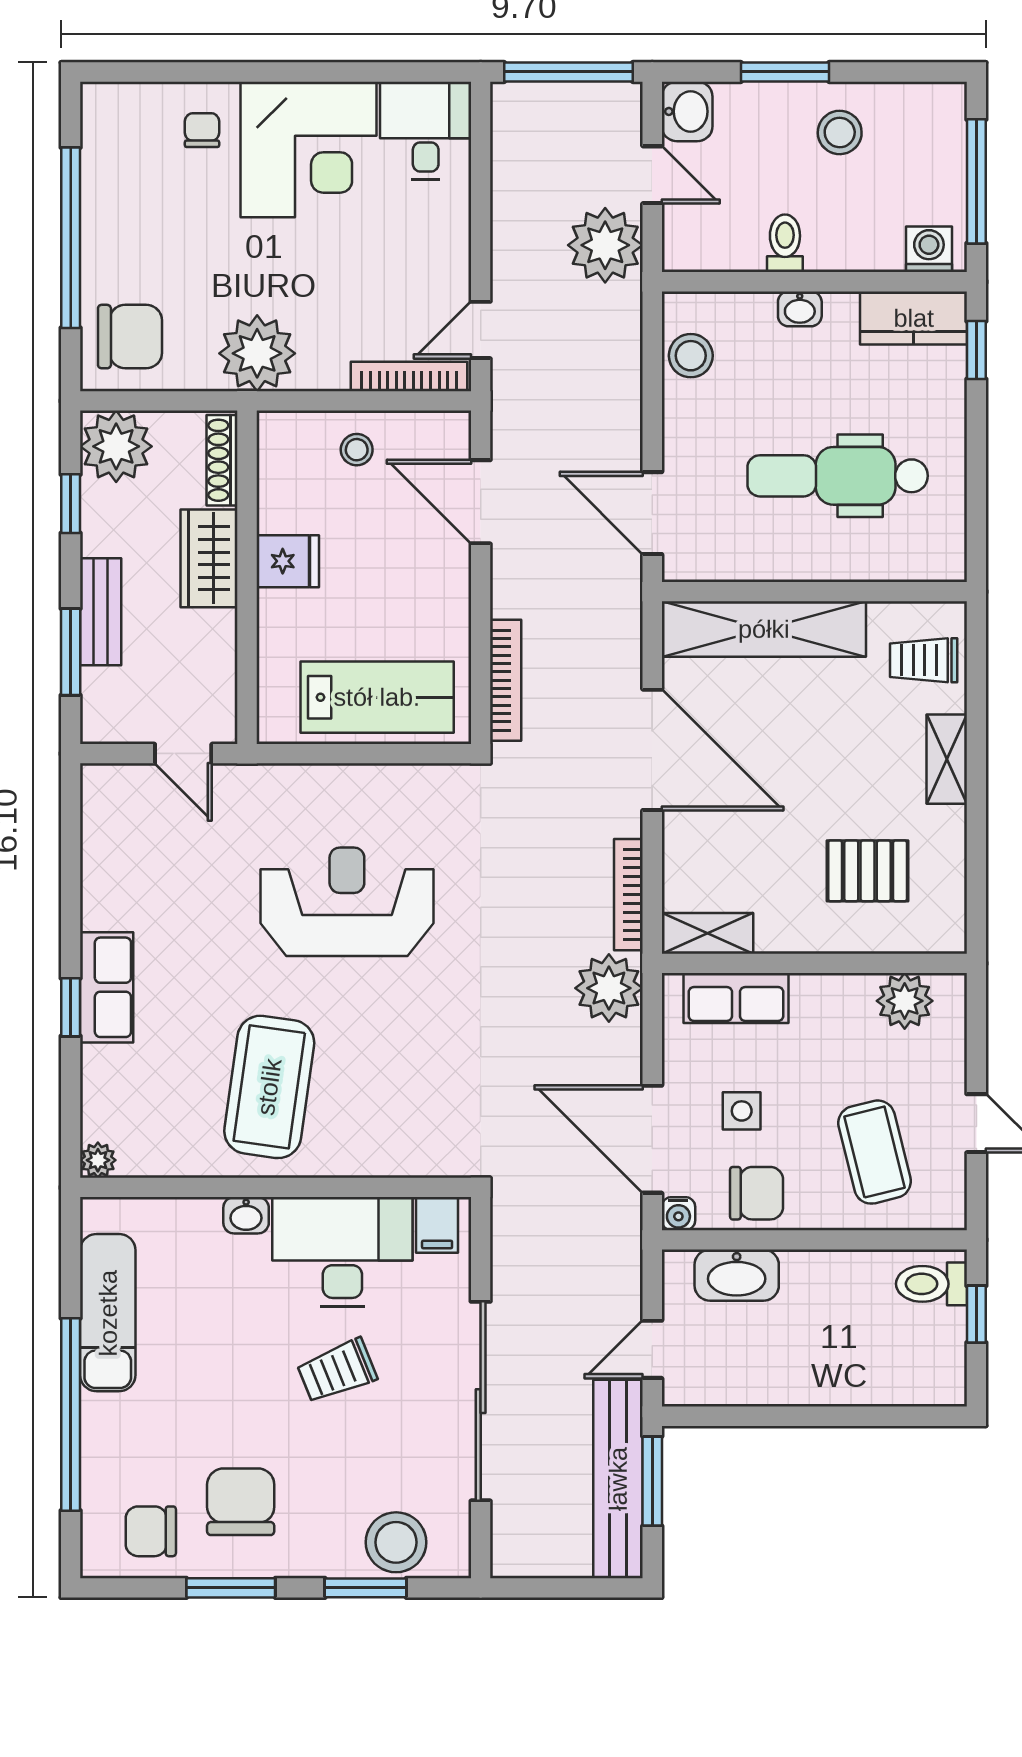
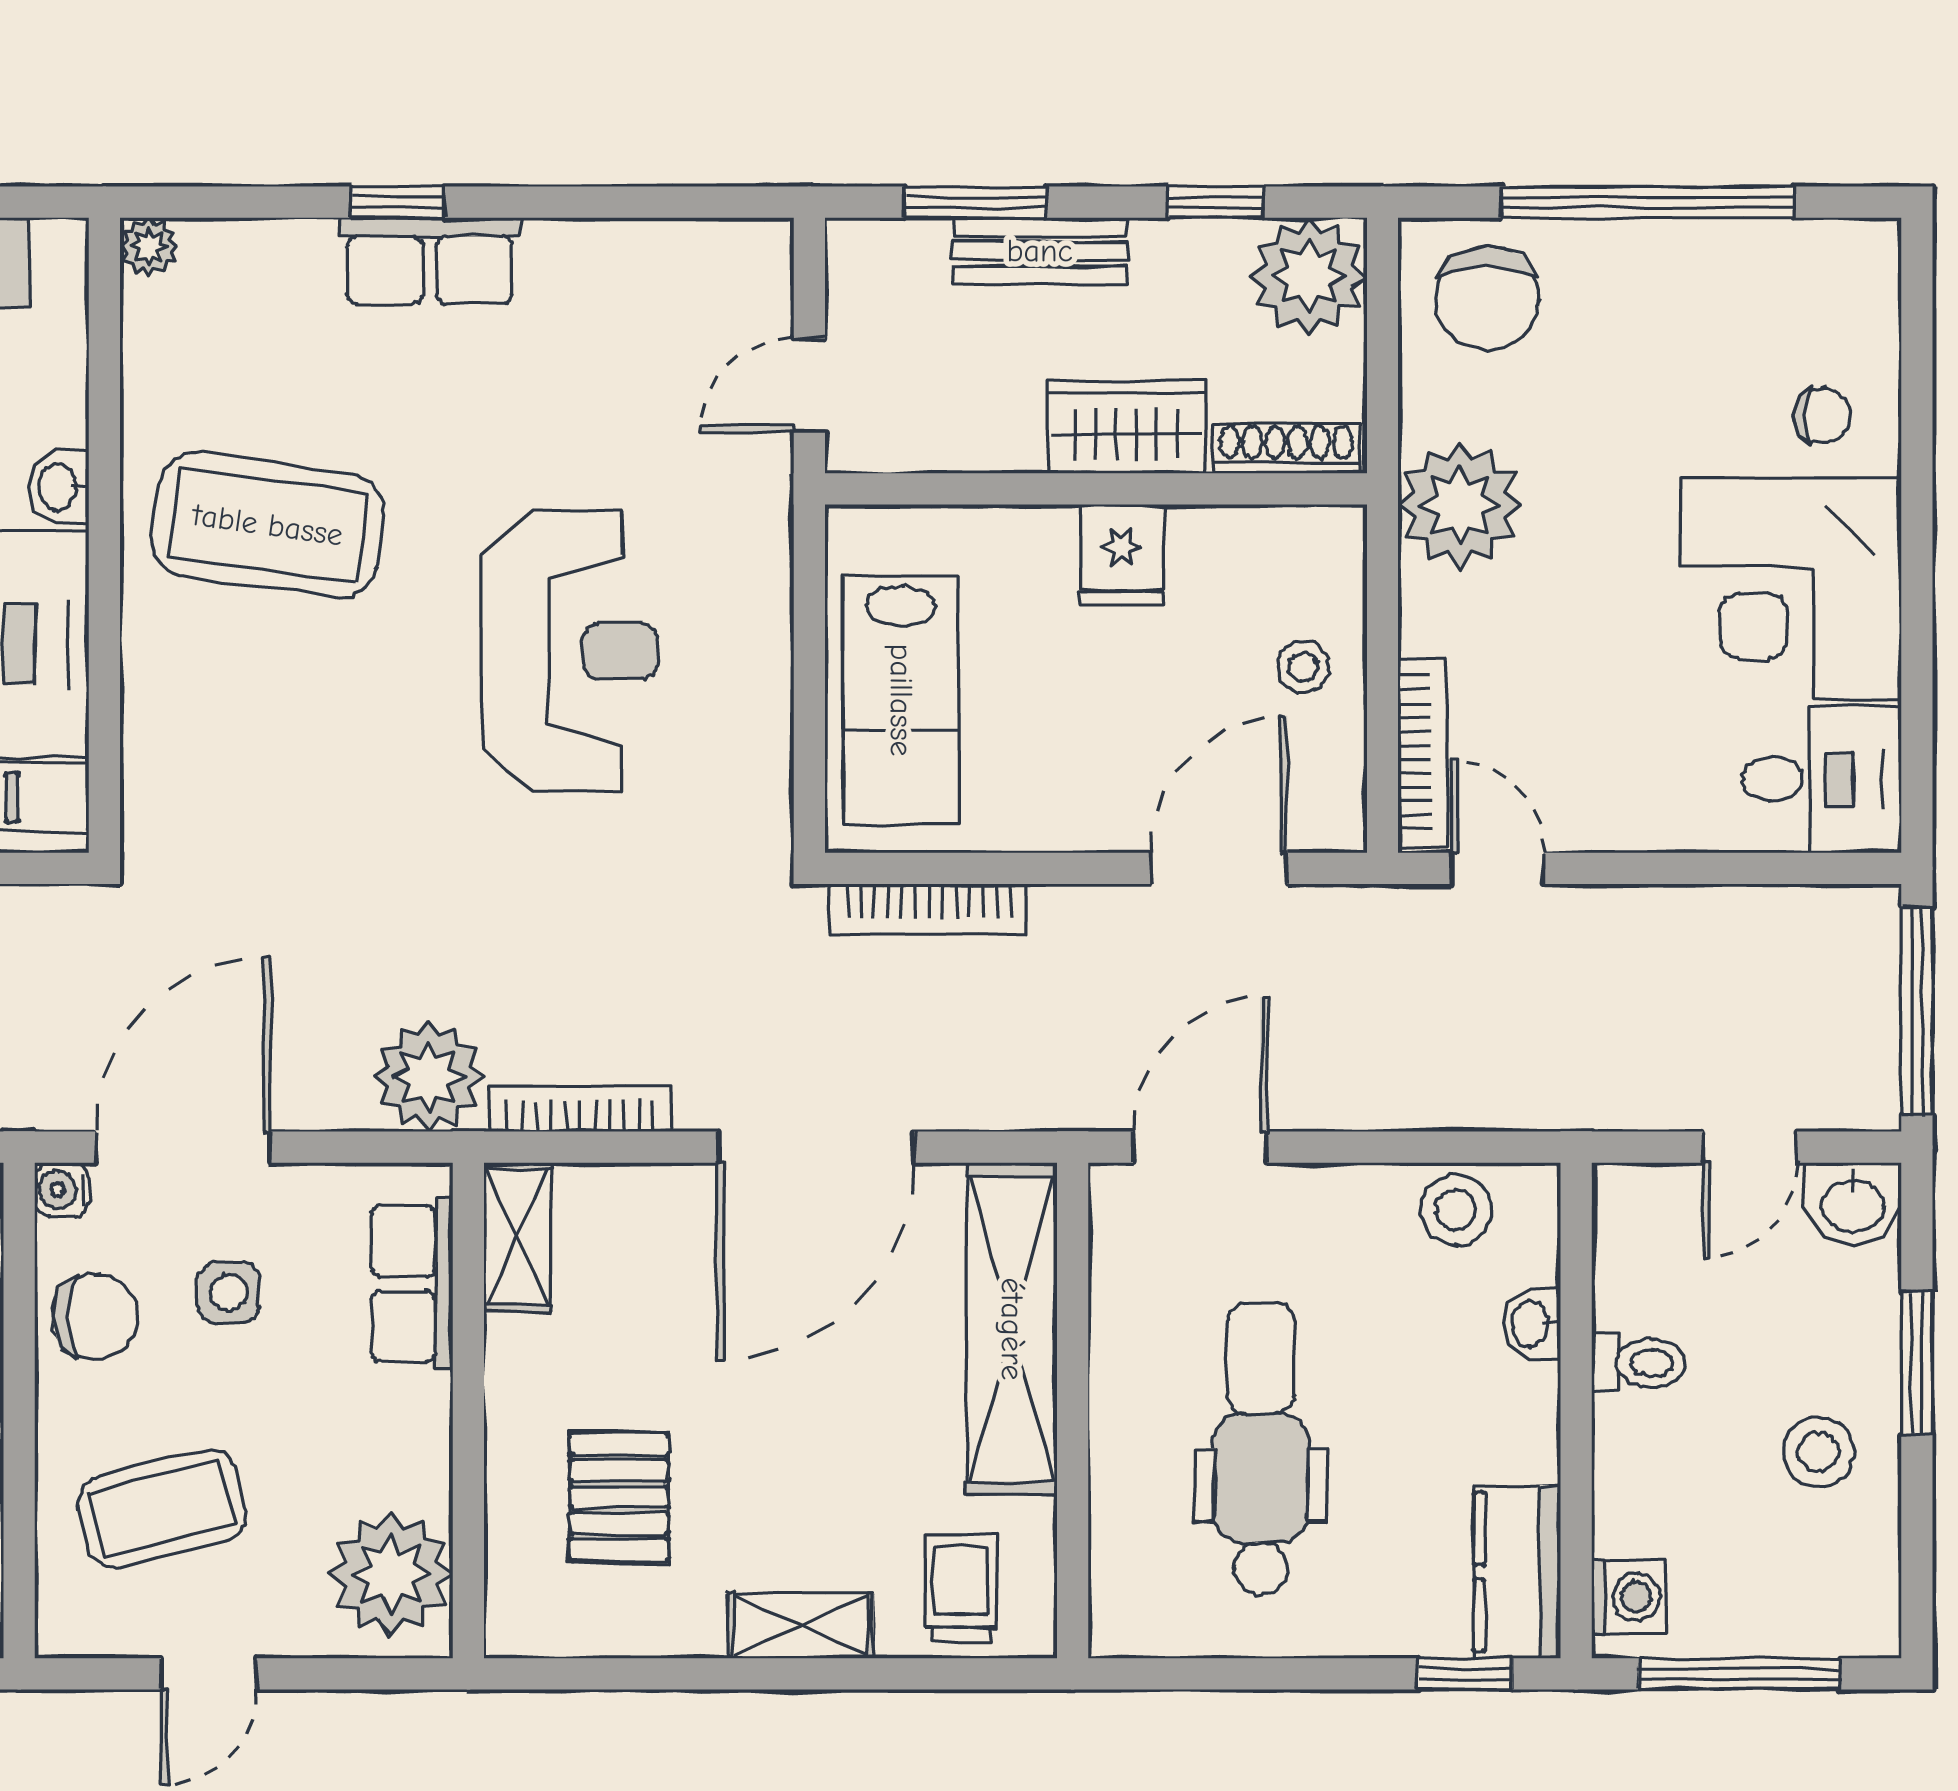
plant: (605, 245) -> (1635, 1071), removed
washbasin: (800, 309) -> (1532, 1324), moved
plant: (905, 1001) -> (391, 1574), width x1.36, depth x1.36
chair: (757, 1193) -> (95, 1317), turned -90

